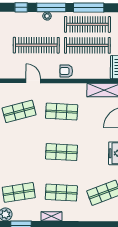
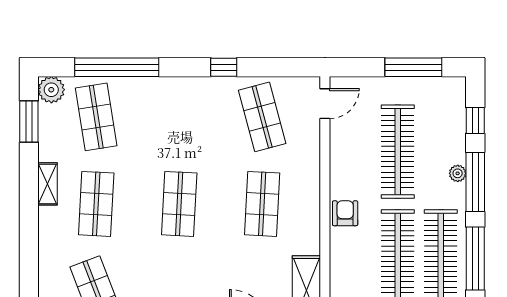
door: (33, 81) -> (325, 104), moved

